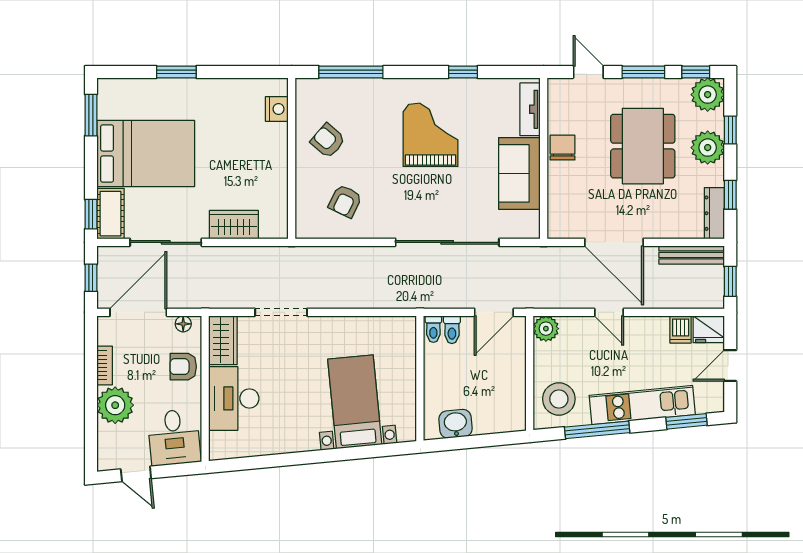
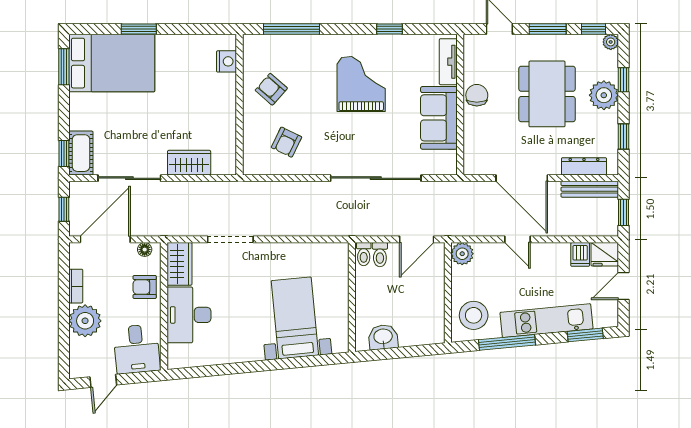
plant: (708, 95) -> (611, 42), width x0.53, depth x0.53
bed: (146, 153) -> (112, 63), moved
dresser: (714, 213) -> (584, 166), moved, turned 90
door: (136, 474) -> (103, 381), hinge flipped

